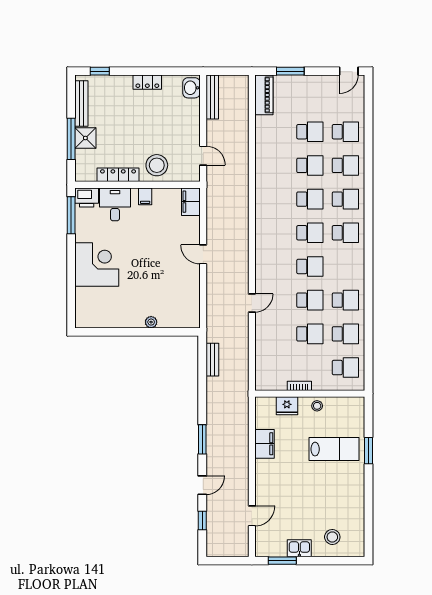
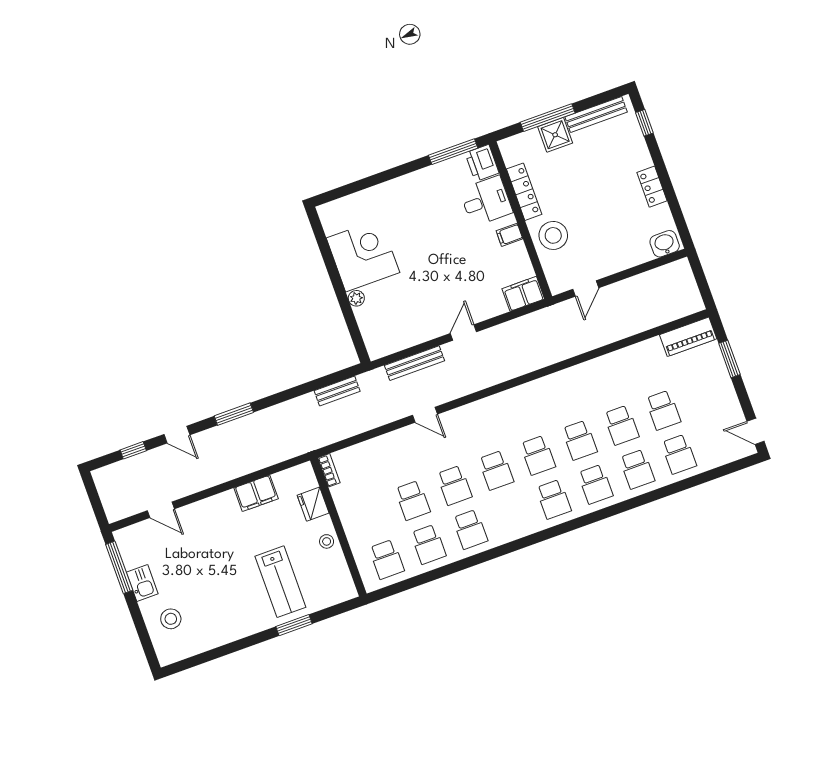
bench: (212, 97) -> (414, 363), moved
corner desk: (97, 264) -> (363, 255), moved, turned -90
bookcase: (299, 386) -> (329, 470), moved
window: (282, 561) -> (119, 567), width x1.44

